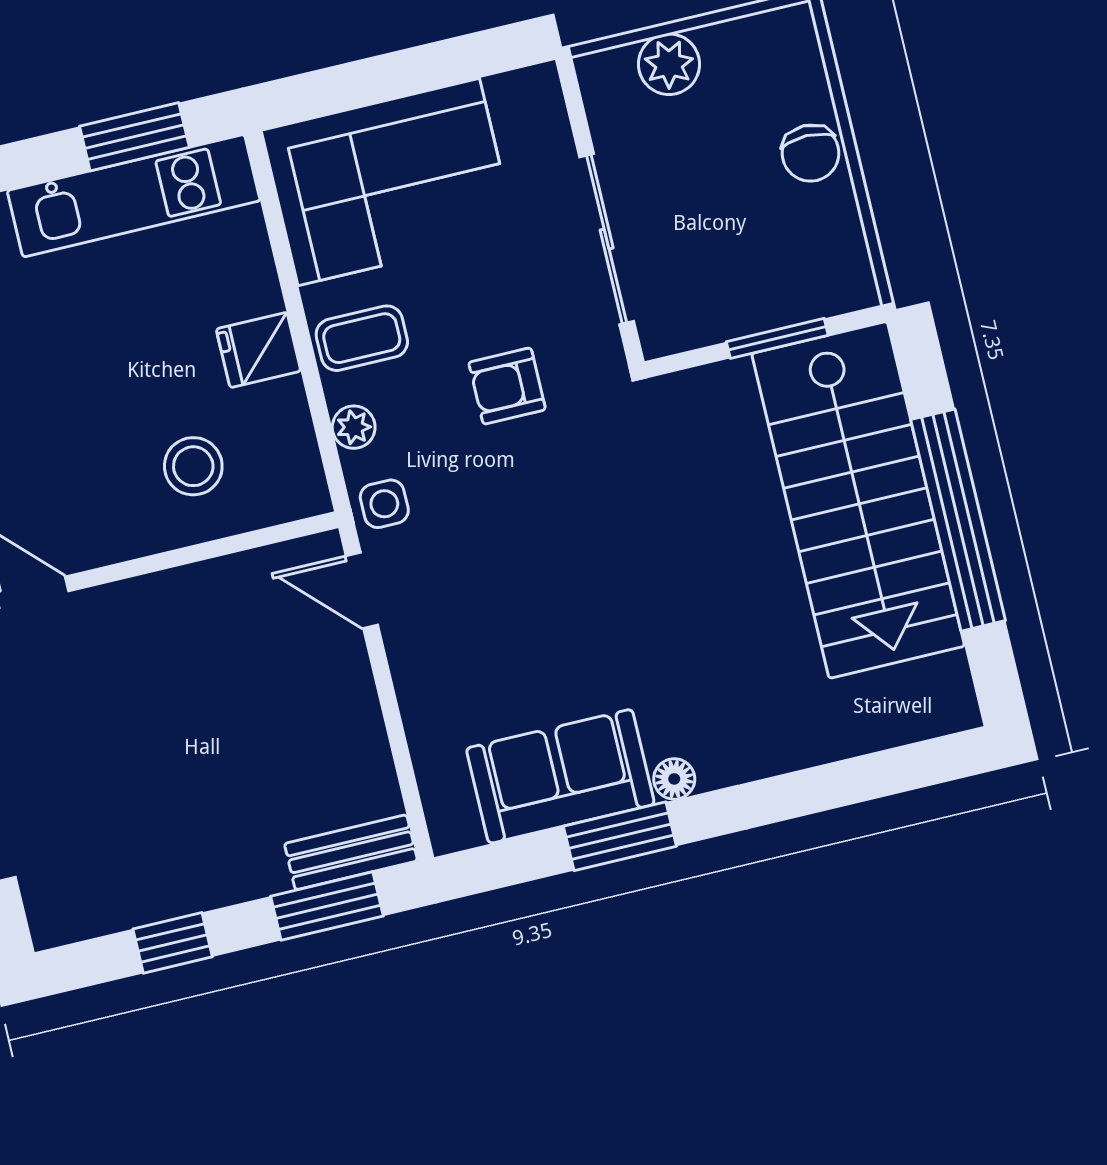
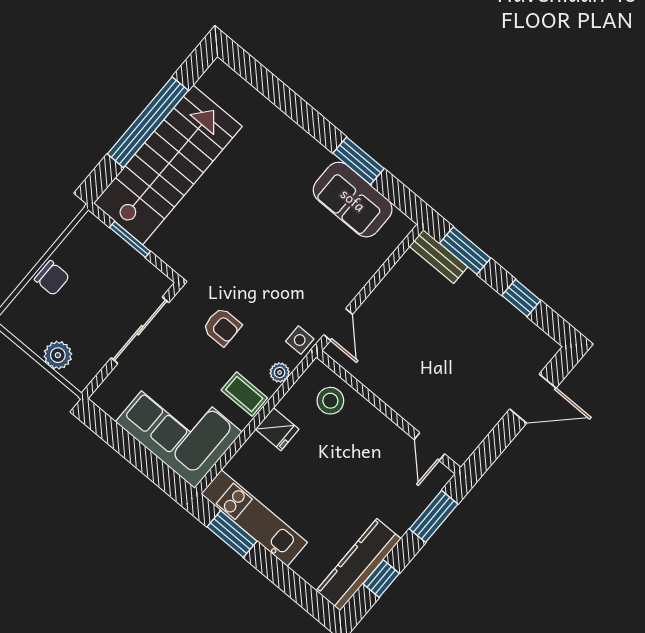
chair: (811, 153) -> (52, 278), turned 90
stool: (193, 466) -> (330, 401), moved
floor lamp: (674, 779) -> (322, 156), removed

